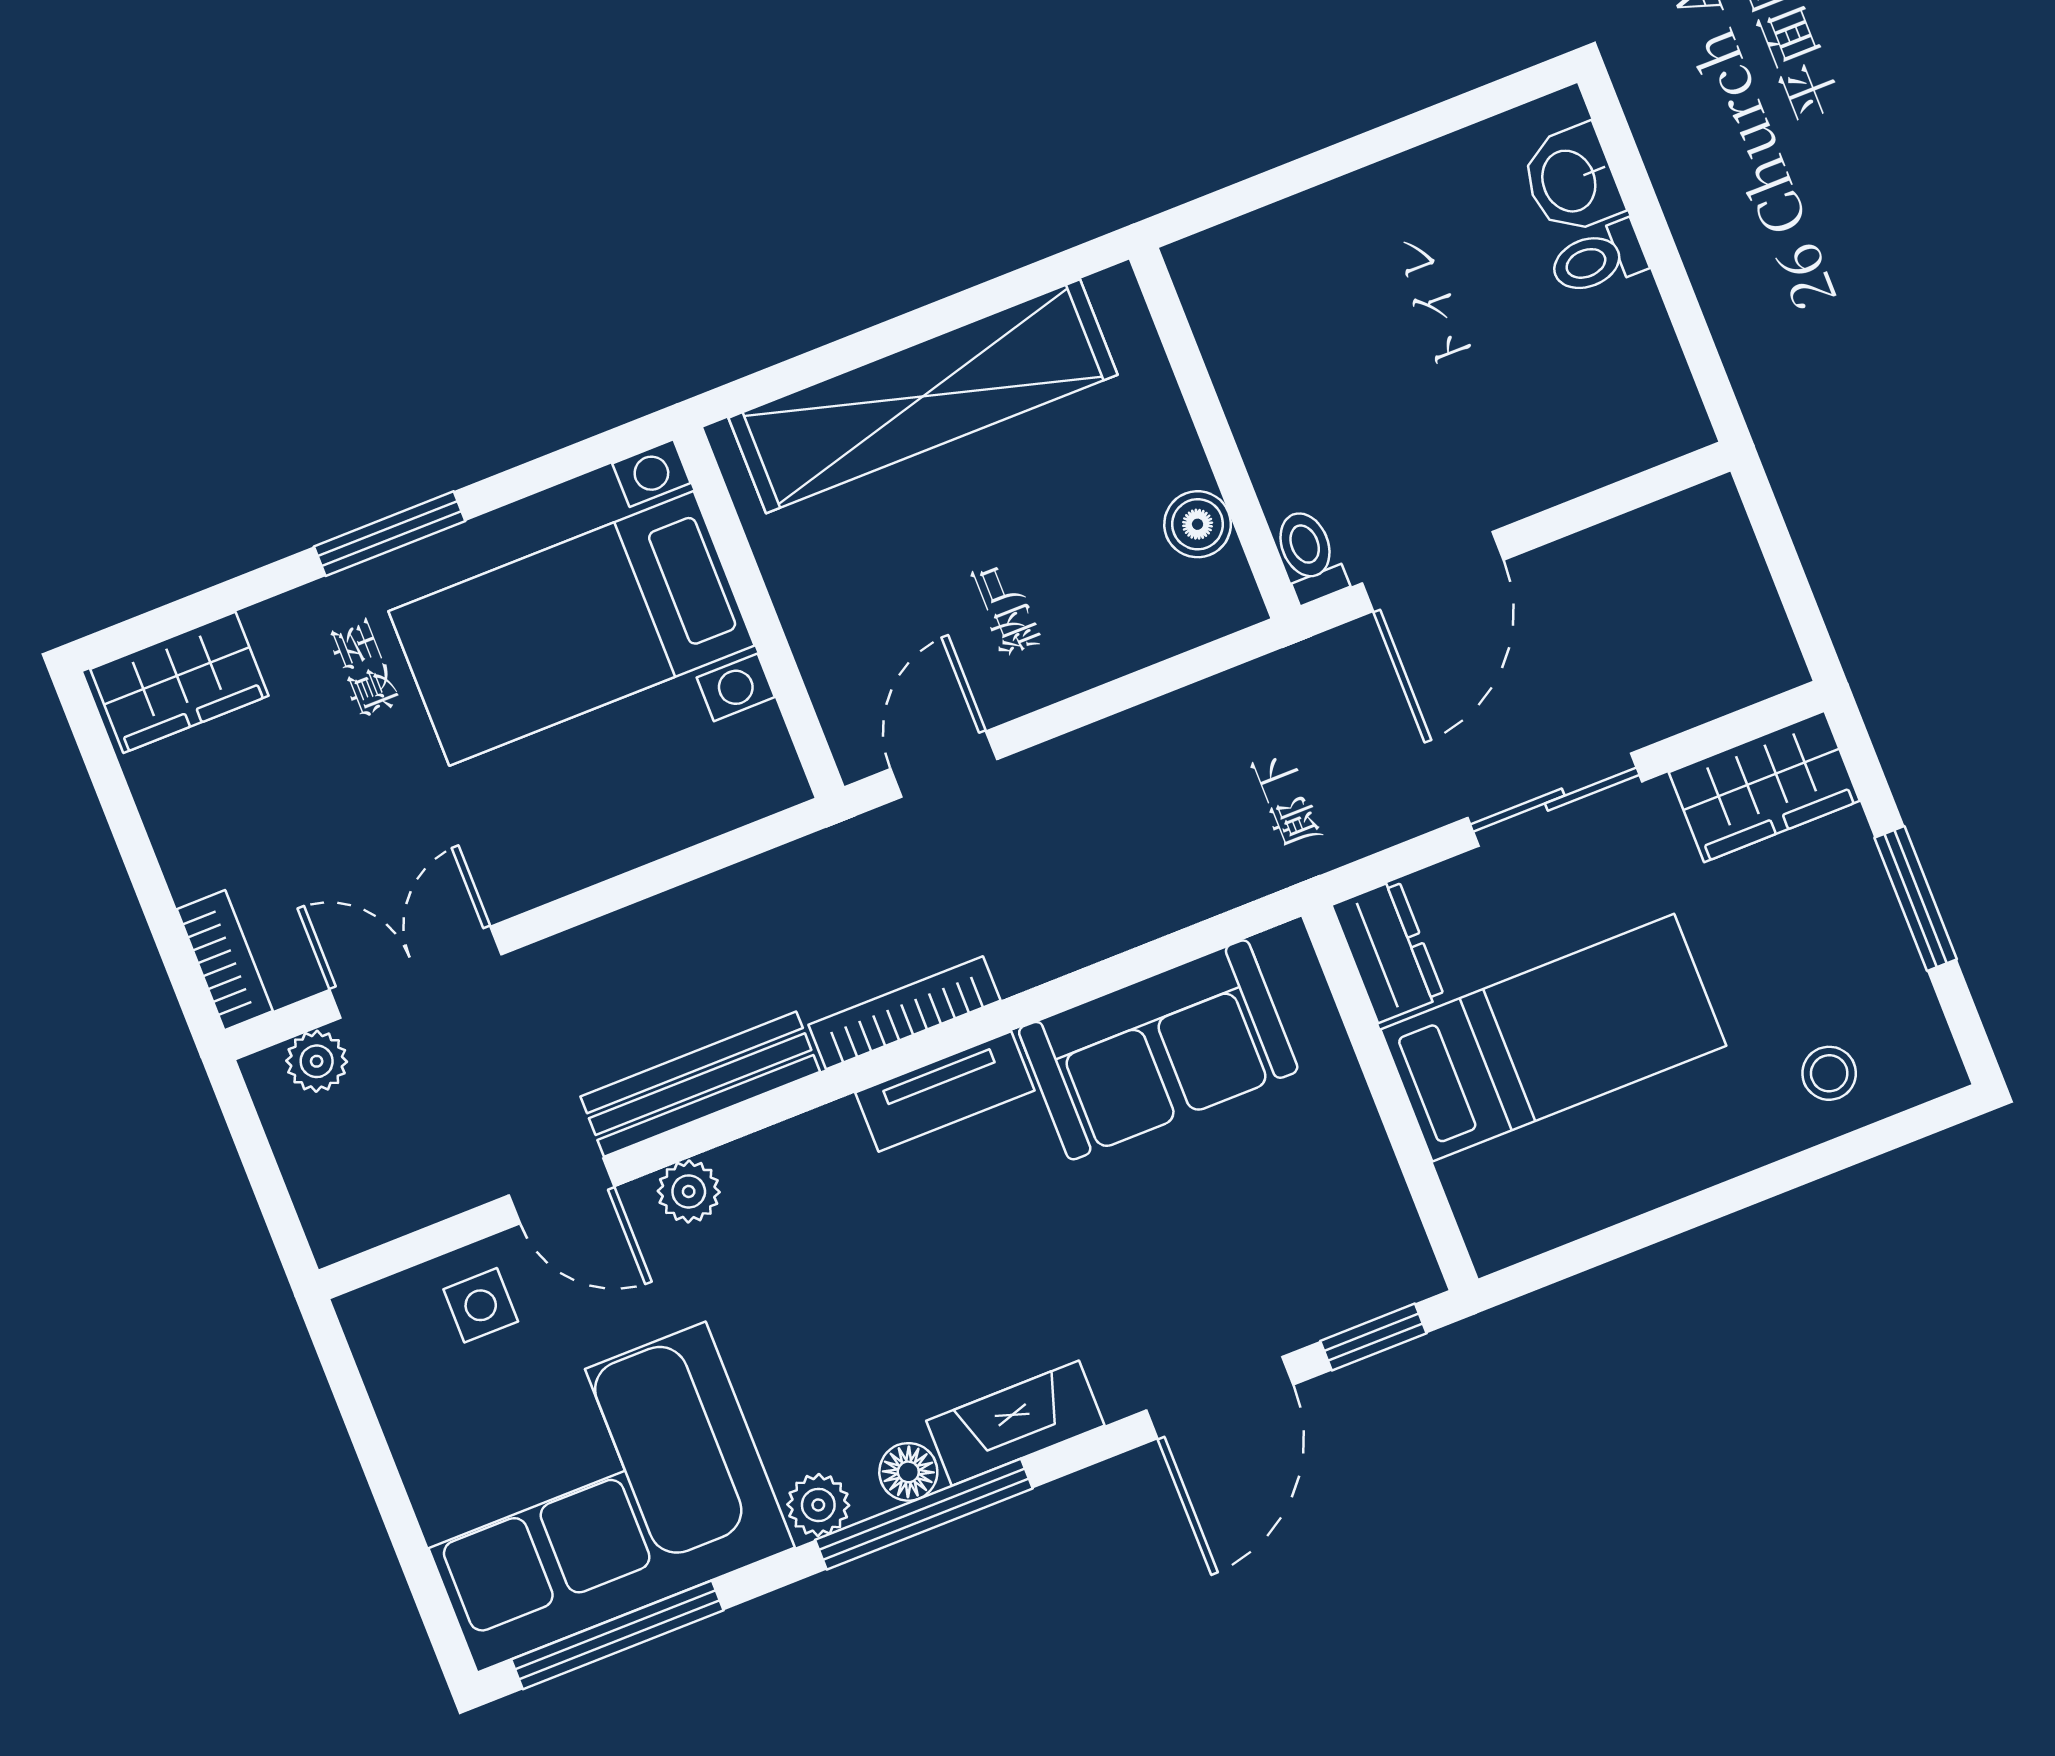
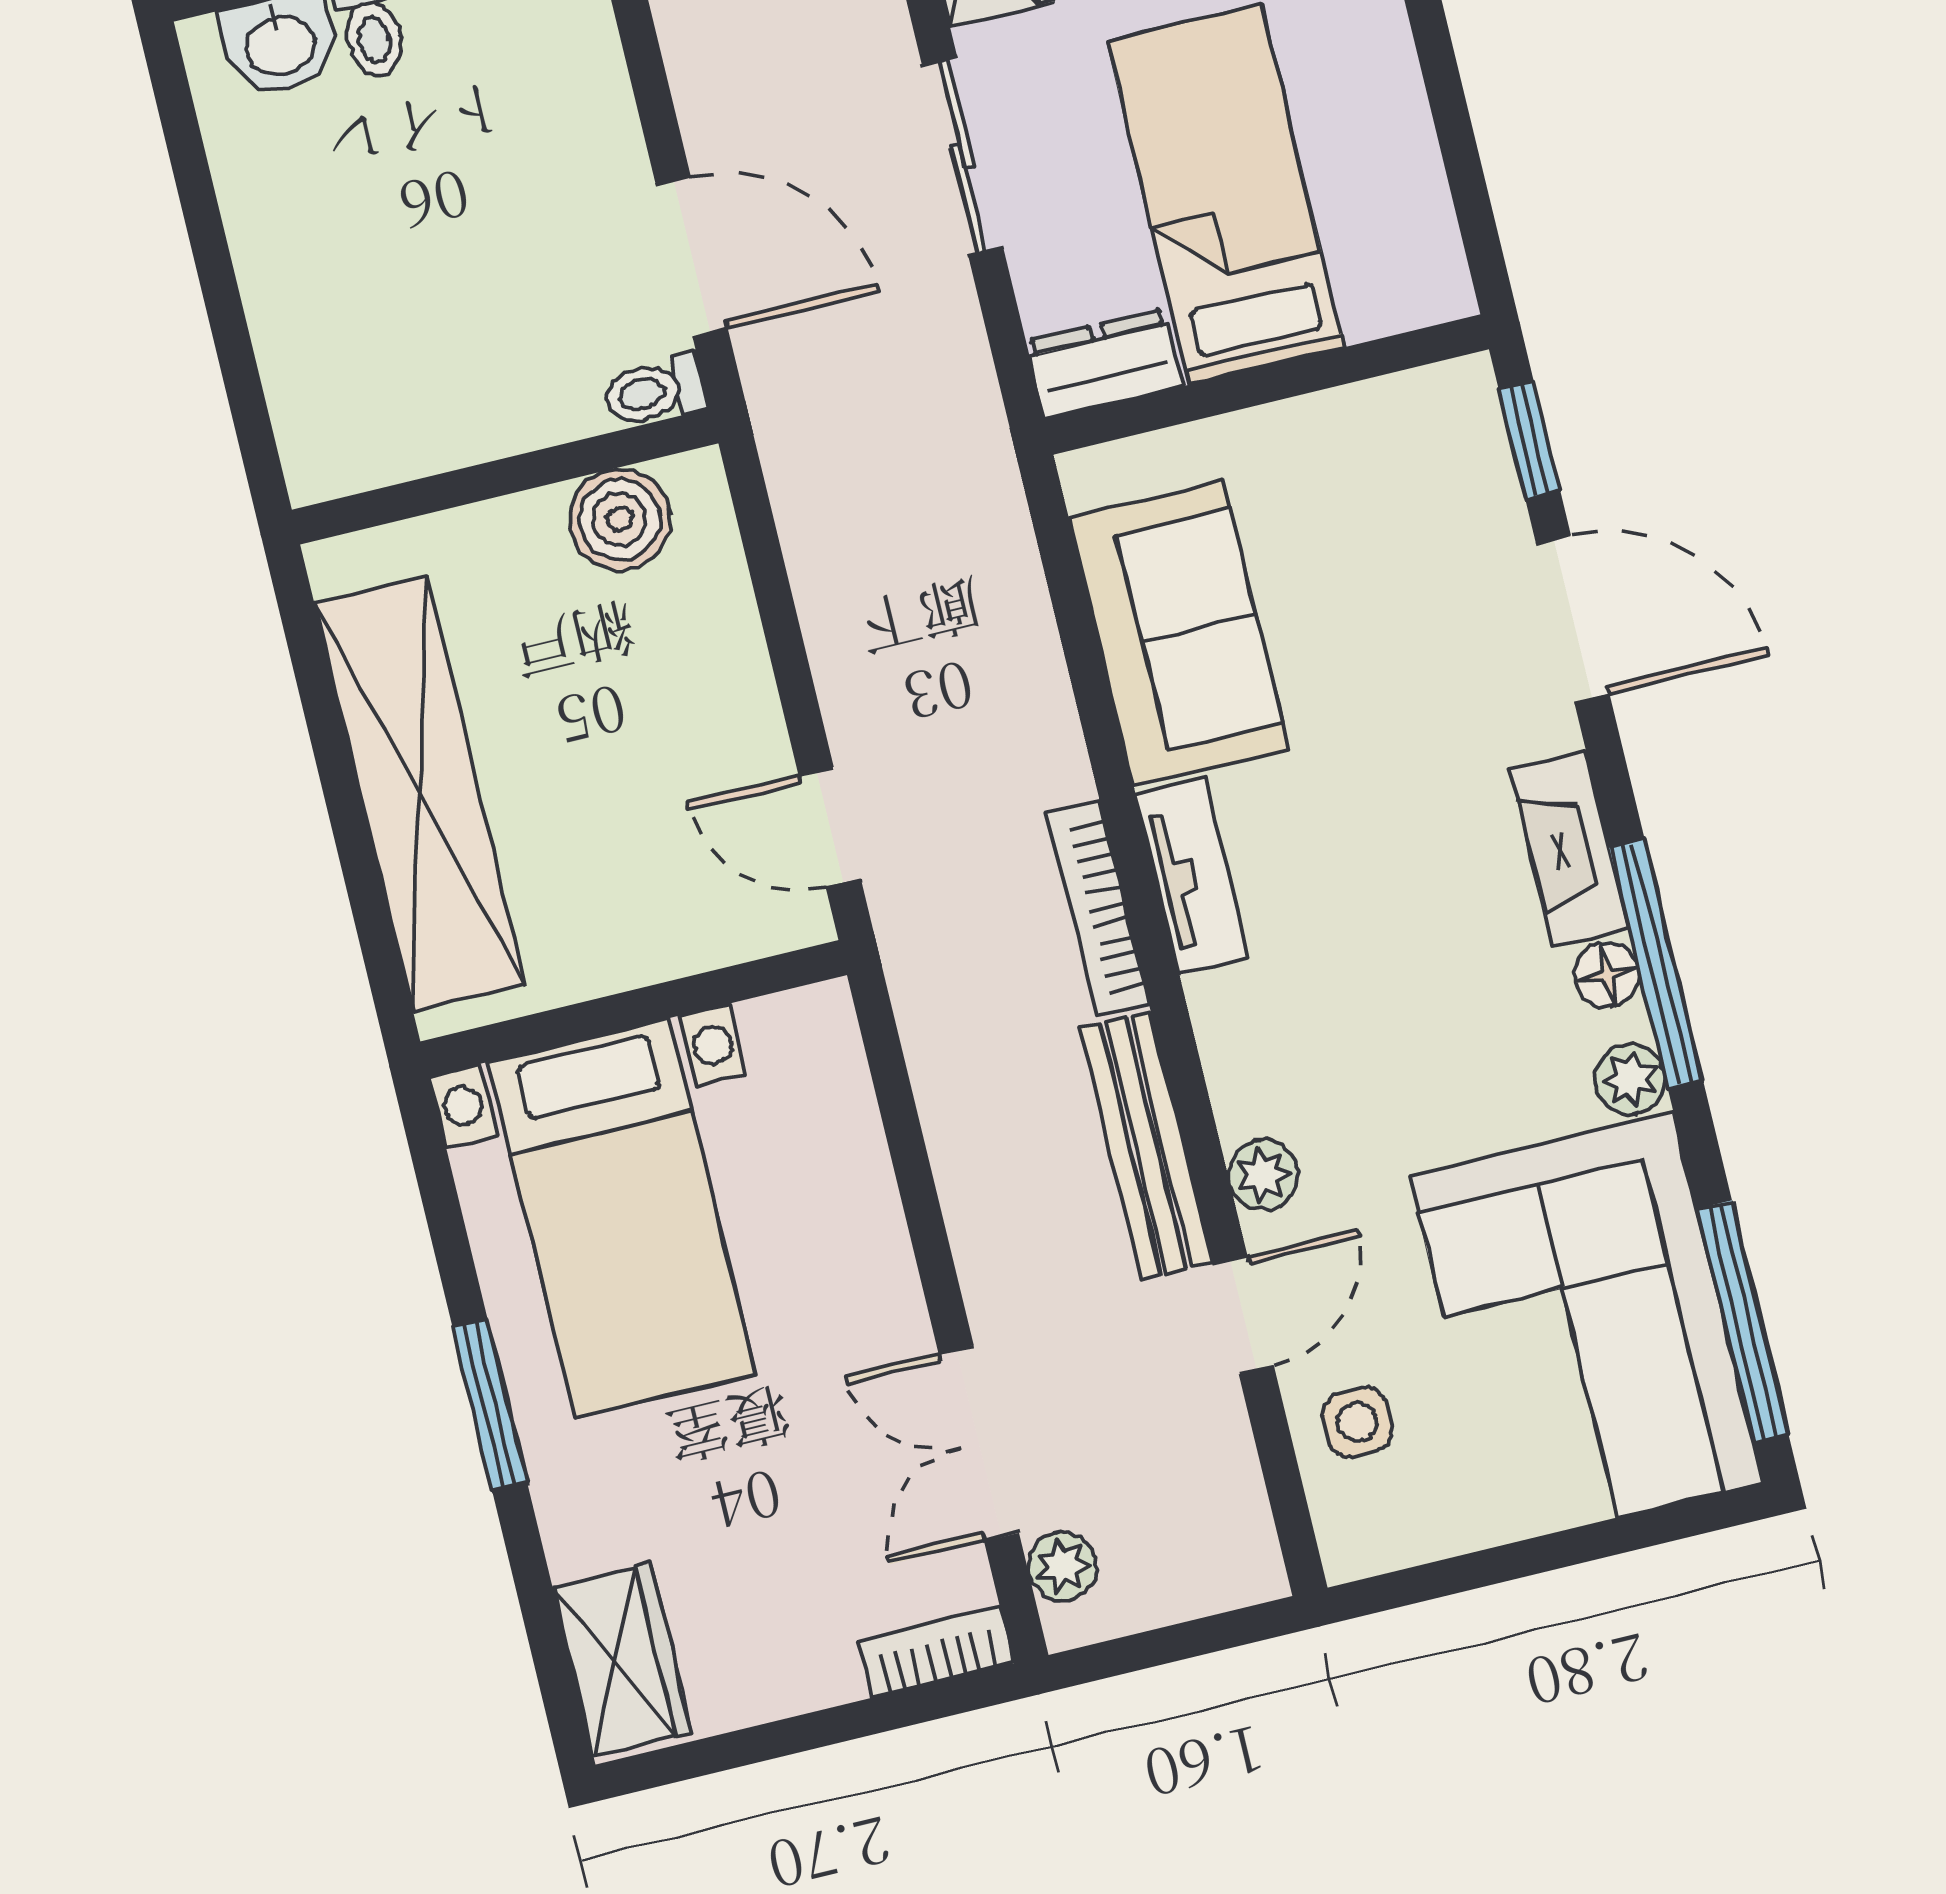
boiler: (1198, 524) -> (620, 519), width x1.36, depth x1.36

